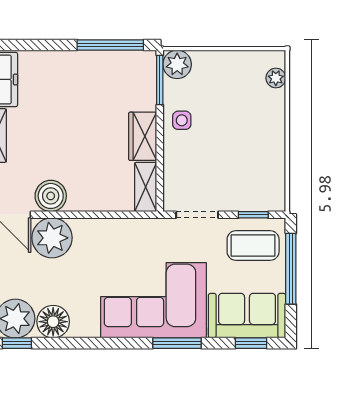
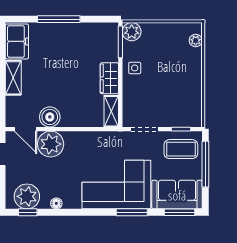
window: (110, 45) -> (59, 19), moved
floor lamp: (53, 322) -> (56, 203), width x0.53, depth x0.53
window: (251, 343) -> (180, 212), width x1.50

